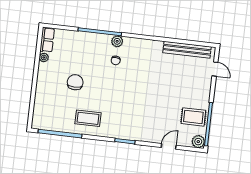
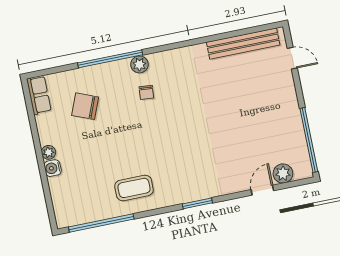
plant: (44, 58) -> (48, 152), moved
chair: (75, 82) -> (85, 106), moved, turned -68
water cooler: (41, 89) -> (53, 168), added
rug: (193, 117) -> (284, 137), removed
plant: (198, 142) -> (283, 173), moved

